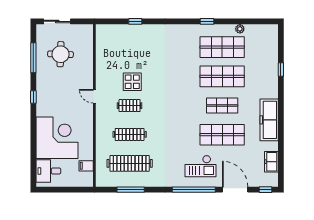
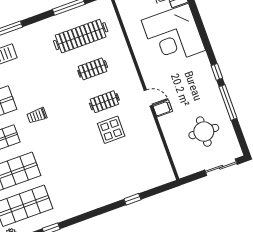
window: (33, 58) -> (228, 103), moved
trolley: (186, 114) -> (37, 115), added
clothes rail: (130, 134) -> (93, 69), width x0.73
filing cabinet: (86, 166) -> (163, 108), moved

